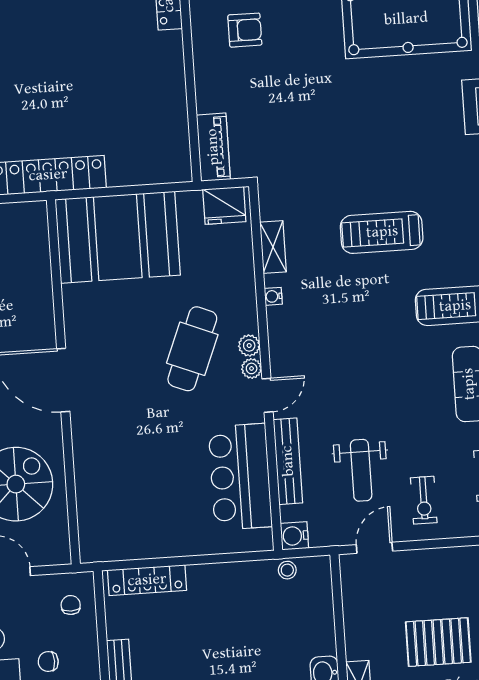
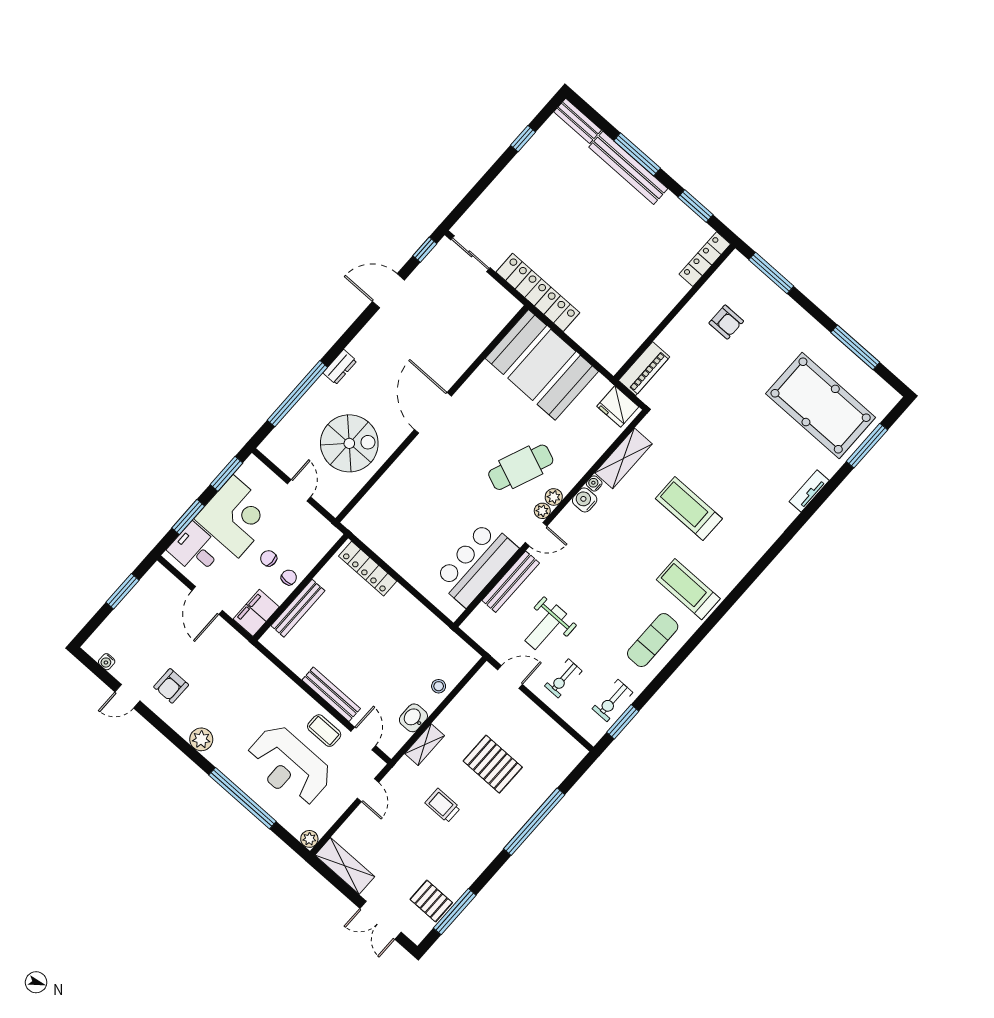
shelving: (273, 247) -> (624, 458), width x1.50, depth x1.33
water cooler: (294, 536) -> (585, 500), moved
stool: (287, 570) -> (439, 686), moved
chair: (71, 605) -> (289, 577), moved

